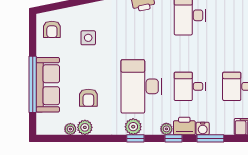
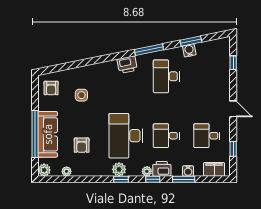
plant: (85, 127) -> (44, 170), moved
water cooler: (203, 128) -> (188, 171), moved

